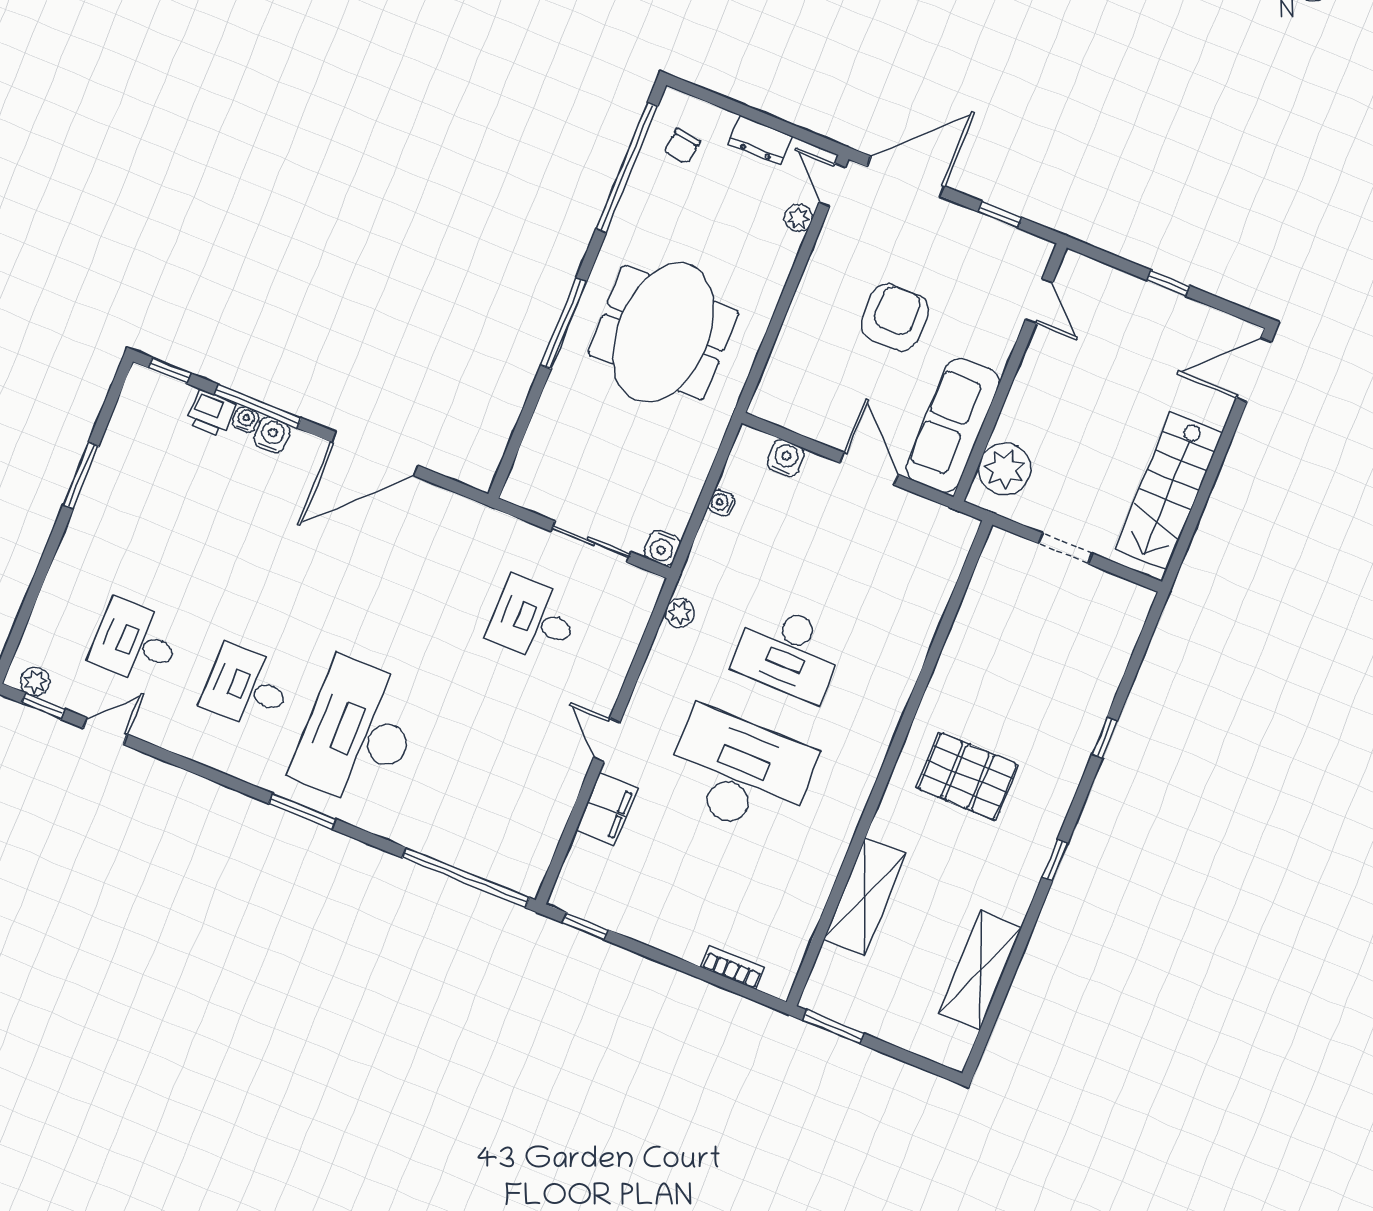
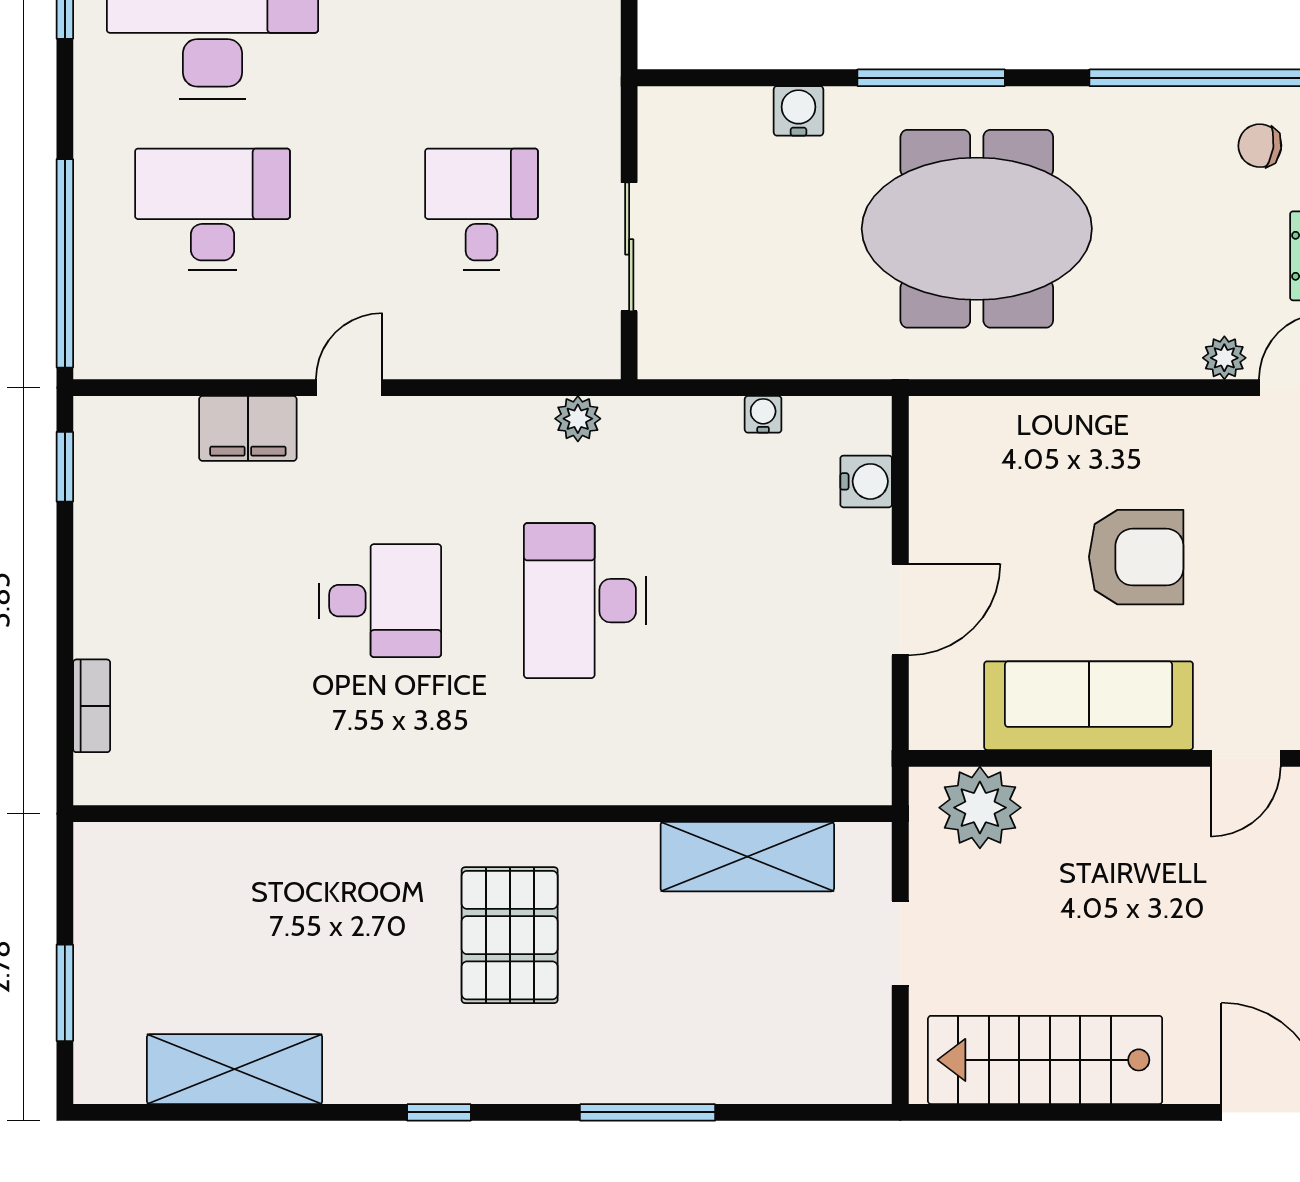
sofa: (953, 425) -> (1089, 706), moved
water cooler: (662, 548) -> (798, 111), moved, turned 90
window: (1105, 738) -> (648, 1112), width x2.17
desk: (740, 773) -> (380, 601), width x0.53, depth x0.77
desk: (469, 778) -> (212, 209), added
shelving: (865, 897) -> (747, 857), moved
window: (833, 1027) -> (65, 993), moved

